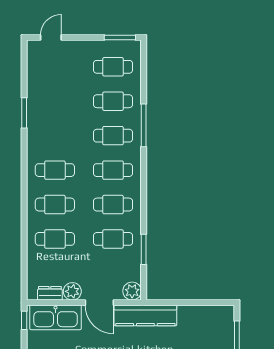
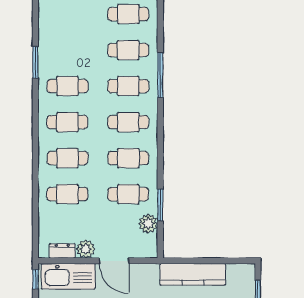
cafe table: (55, 136) -> (67, 86), added
plant: (132, 291) -> (148, 224), moved
kitchen counter: (145, 315) -> (193, 274), moved

